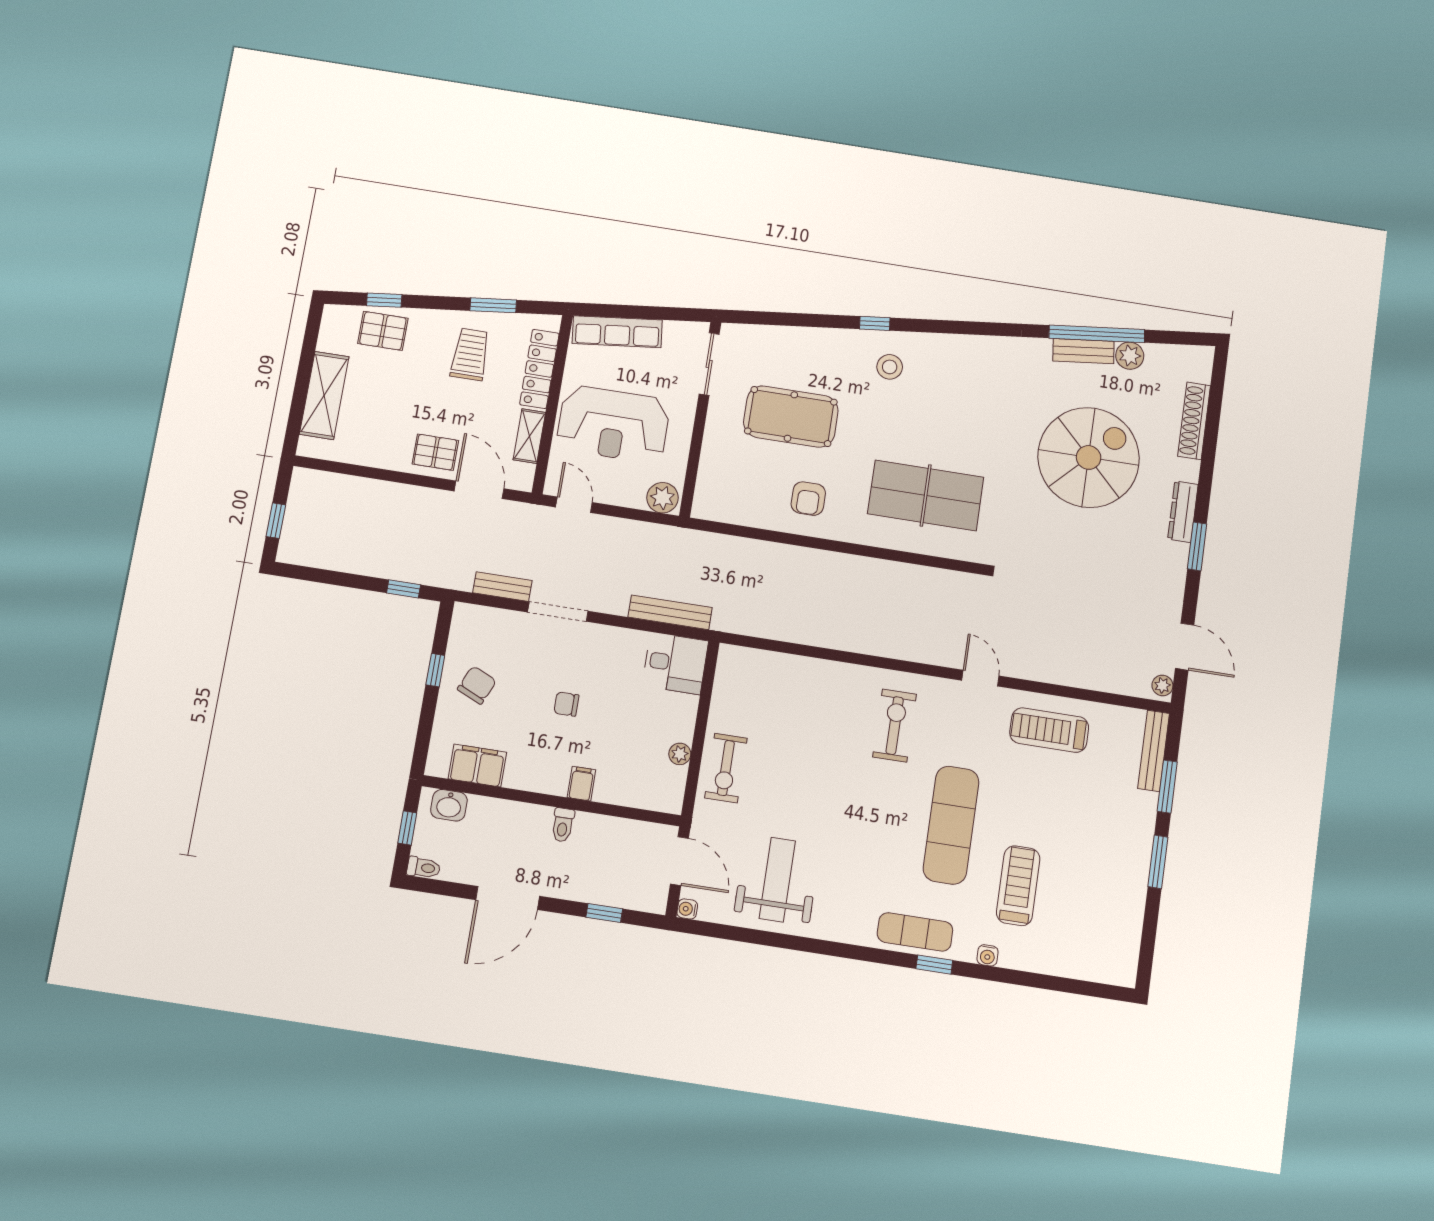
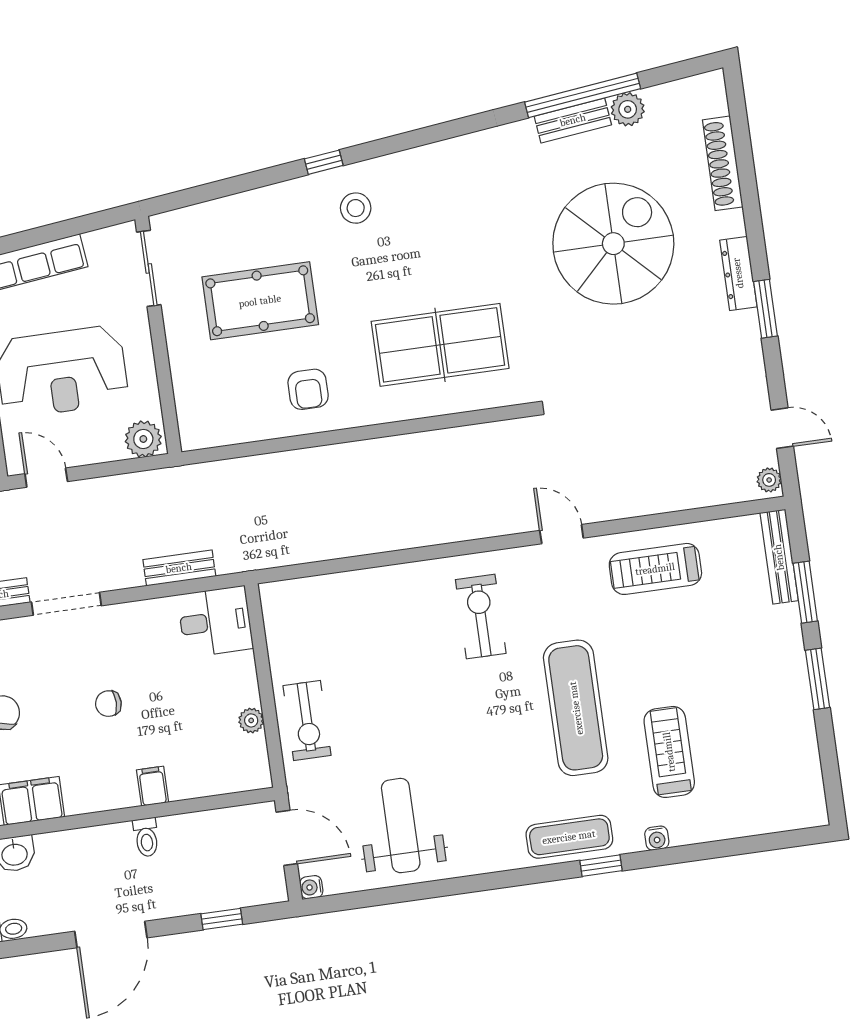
bench: (670, 612) -> (179, 568), width x0.73
door: (1185, 647) -> (782, 428), width x0.73

